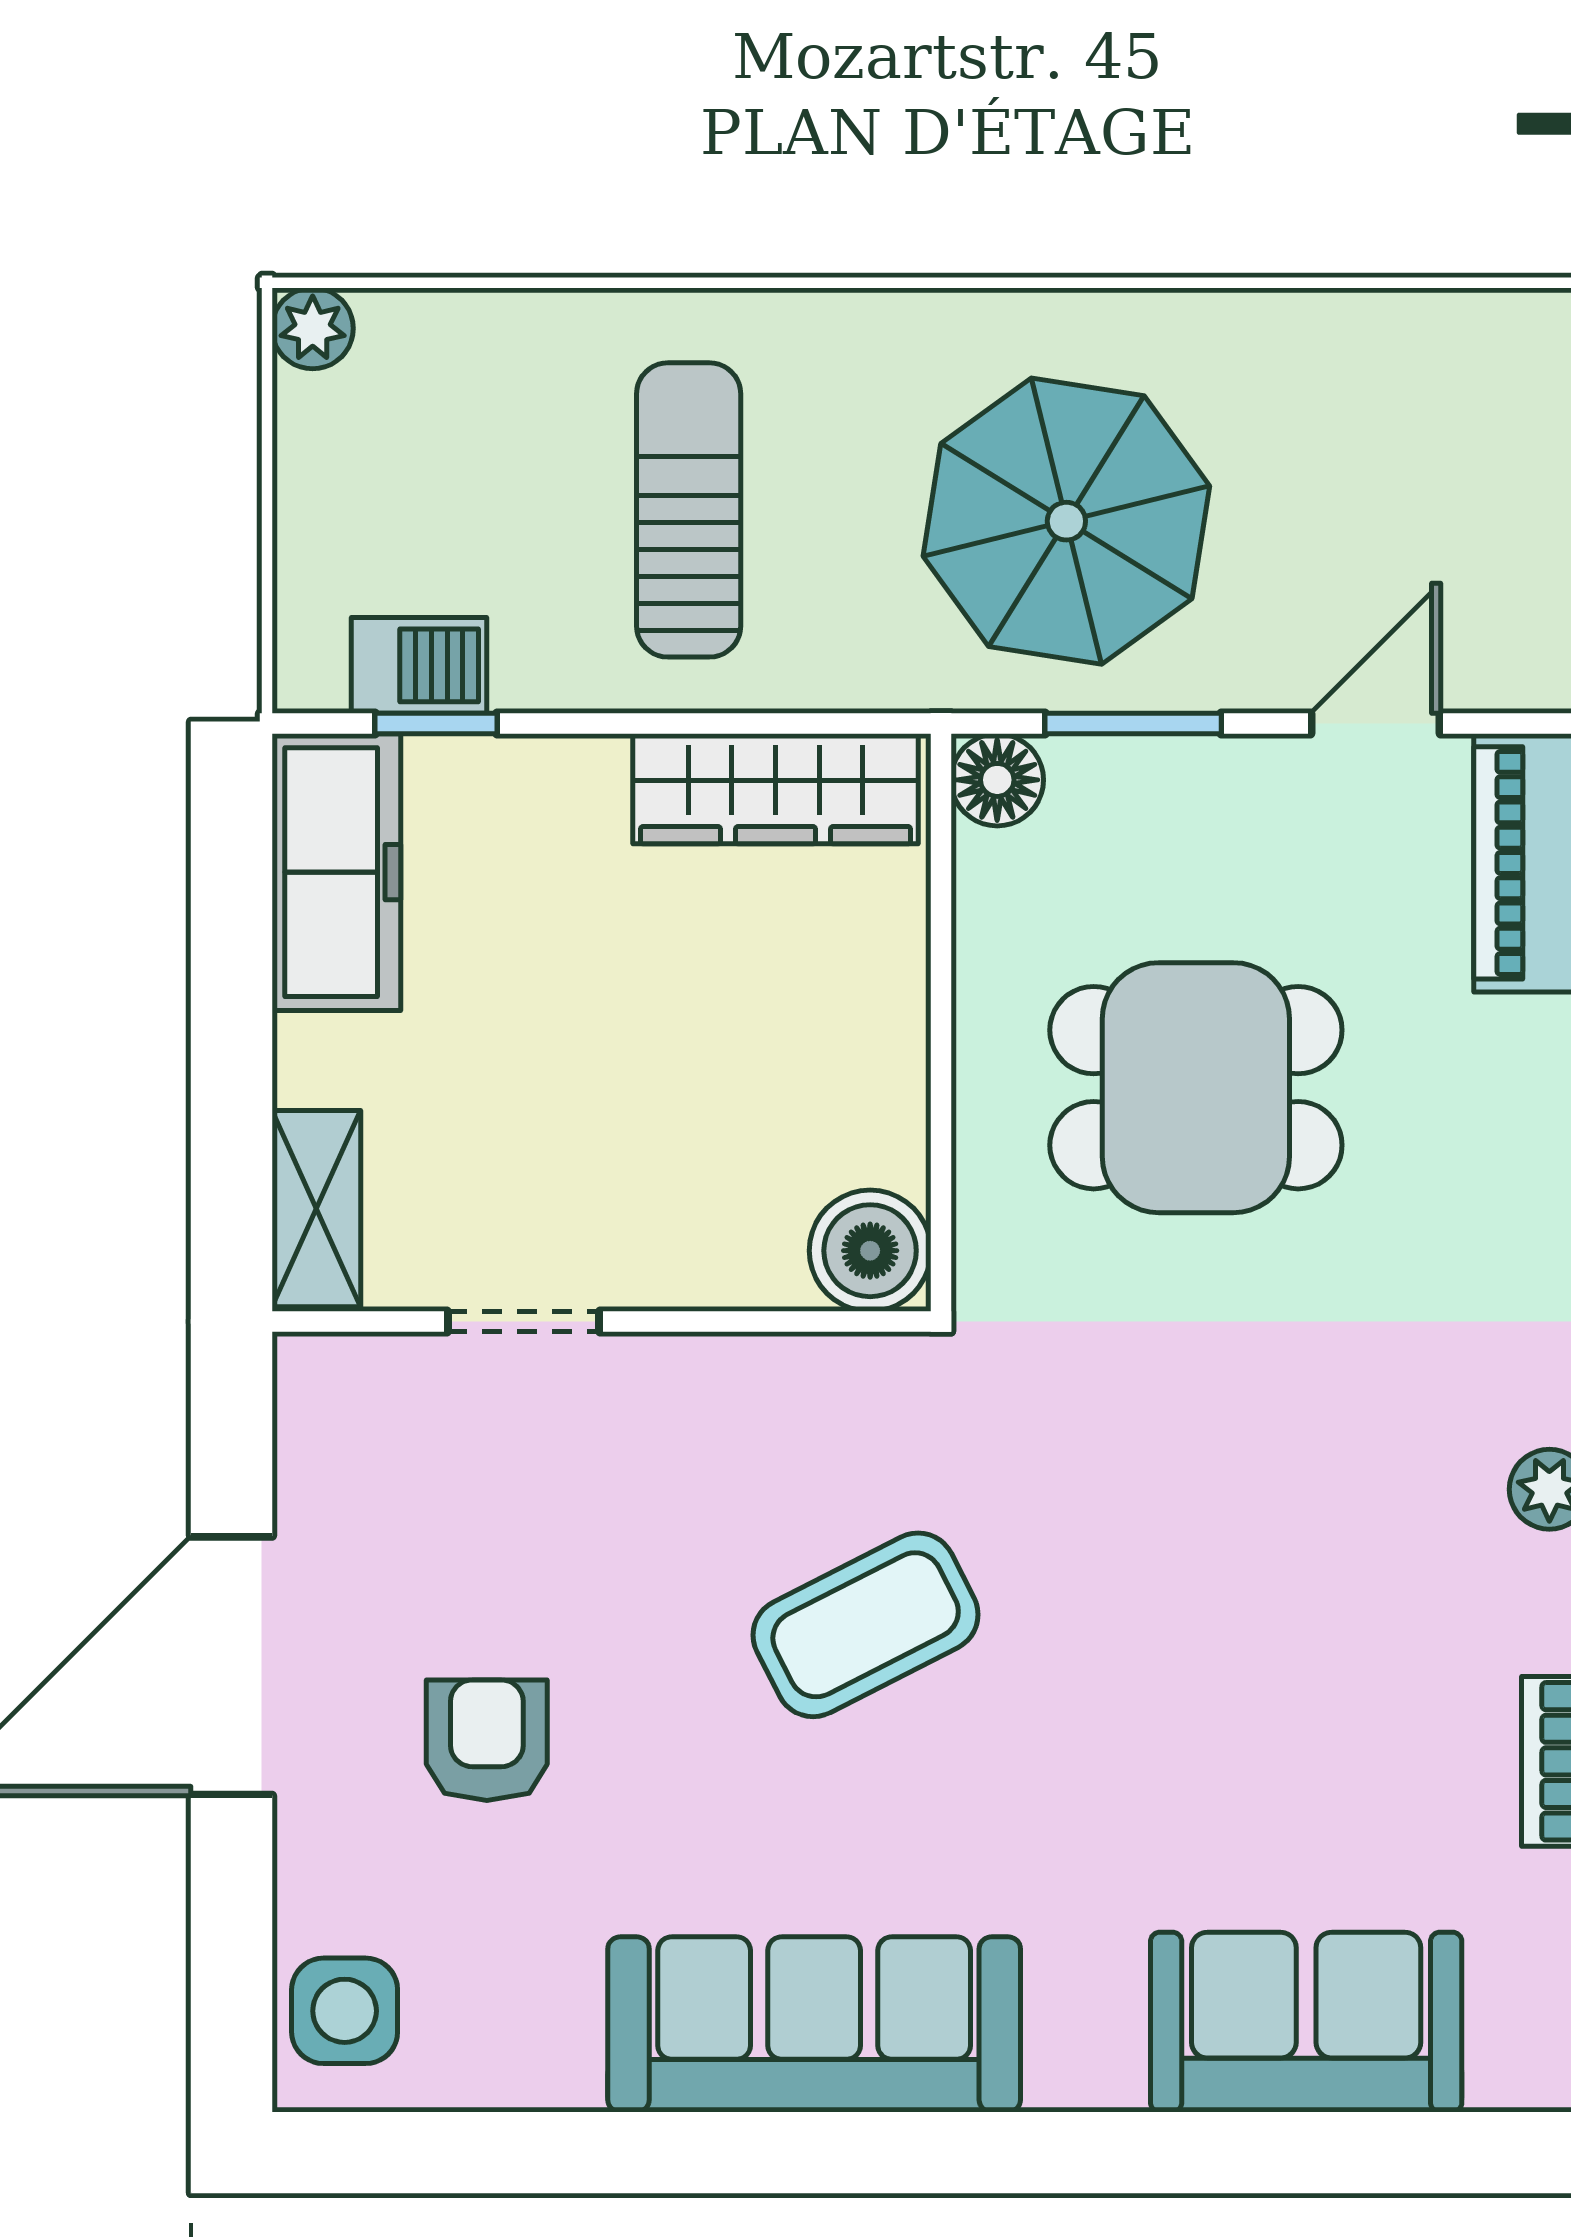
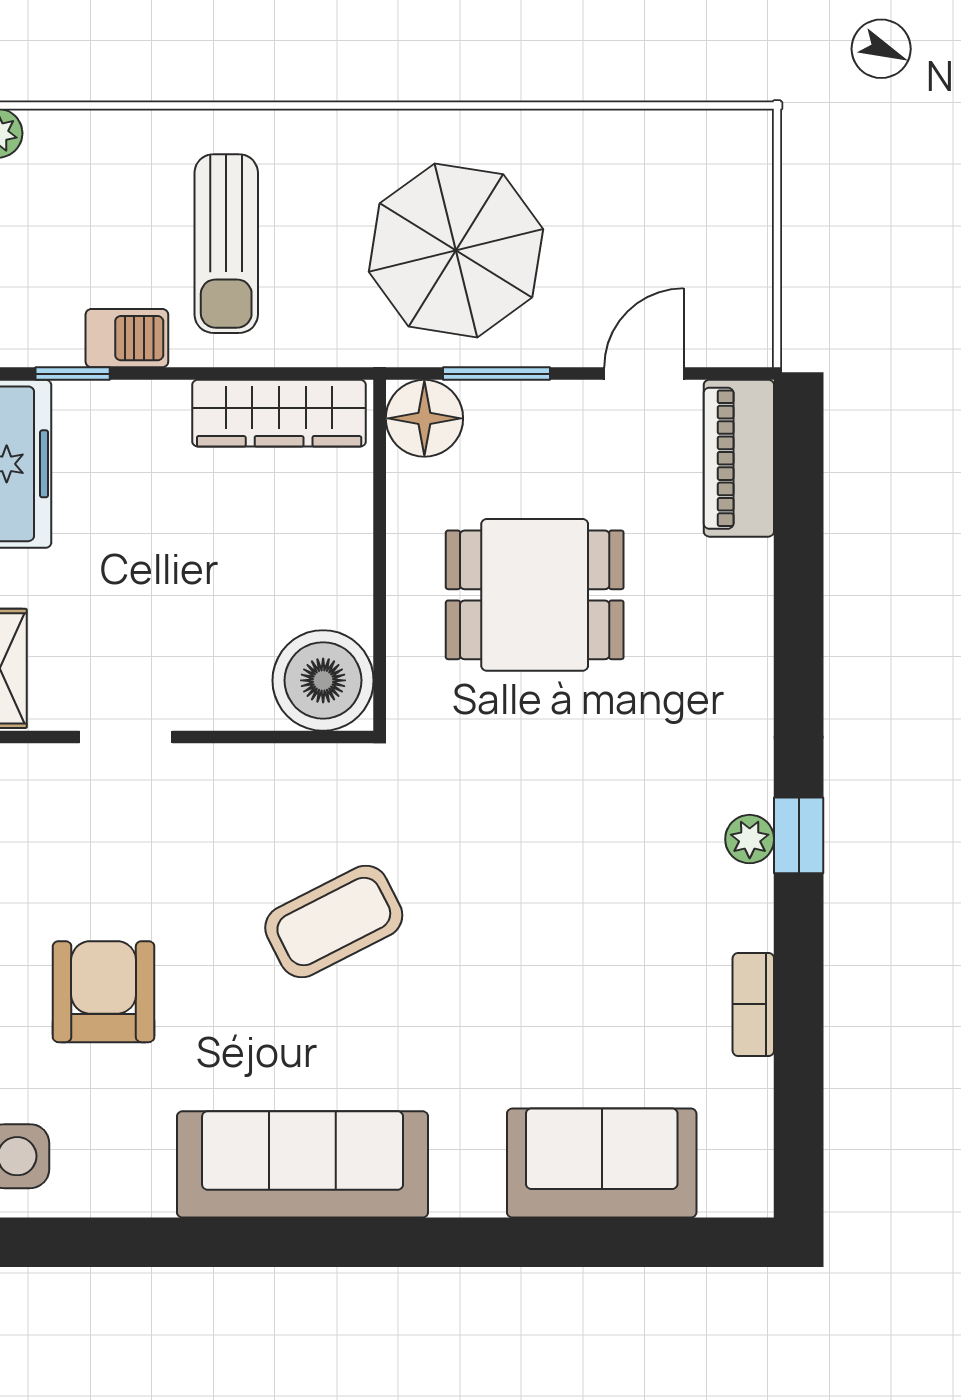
sun lounger: (689, 510) -> (226, 244), turned 180
barbecue: (419, 665) -> (127, 338), moved
floor lamp: (997, 780) -> (424, 418), width x1.38, depth x1.38
boiler: (870, 1251) -> (323, 680), width x1.37, depth x1.37
armchair: (487, 1740) -> (104, 992), width x1.38, depth x1.38

